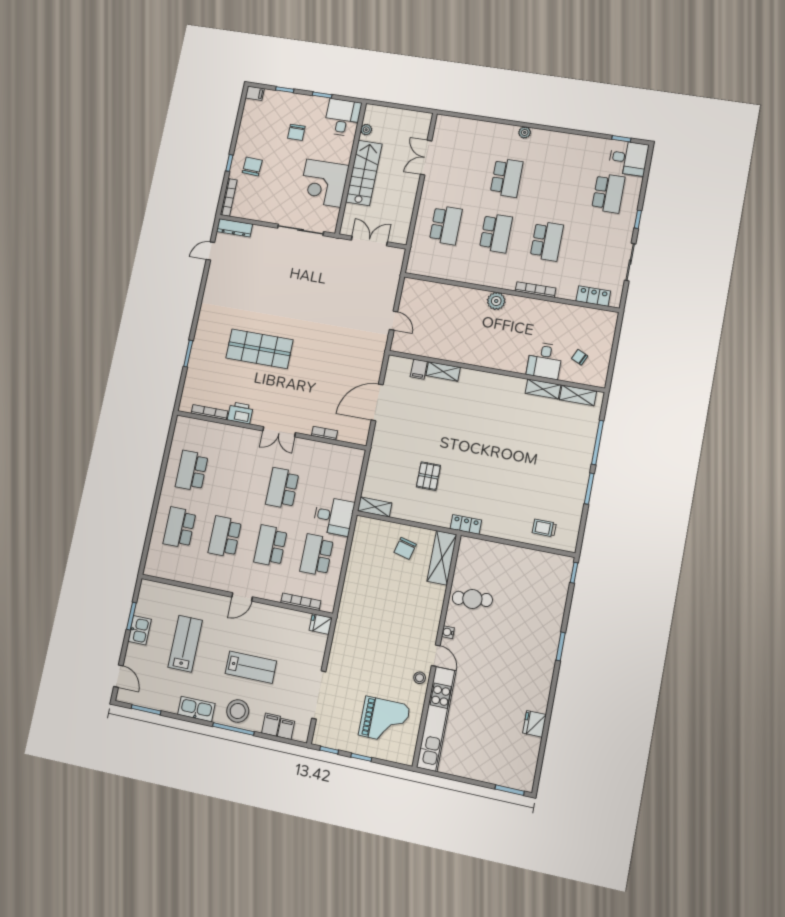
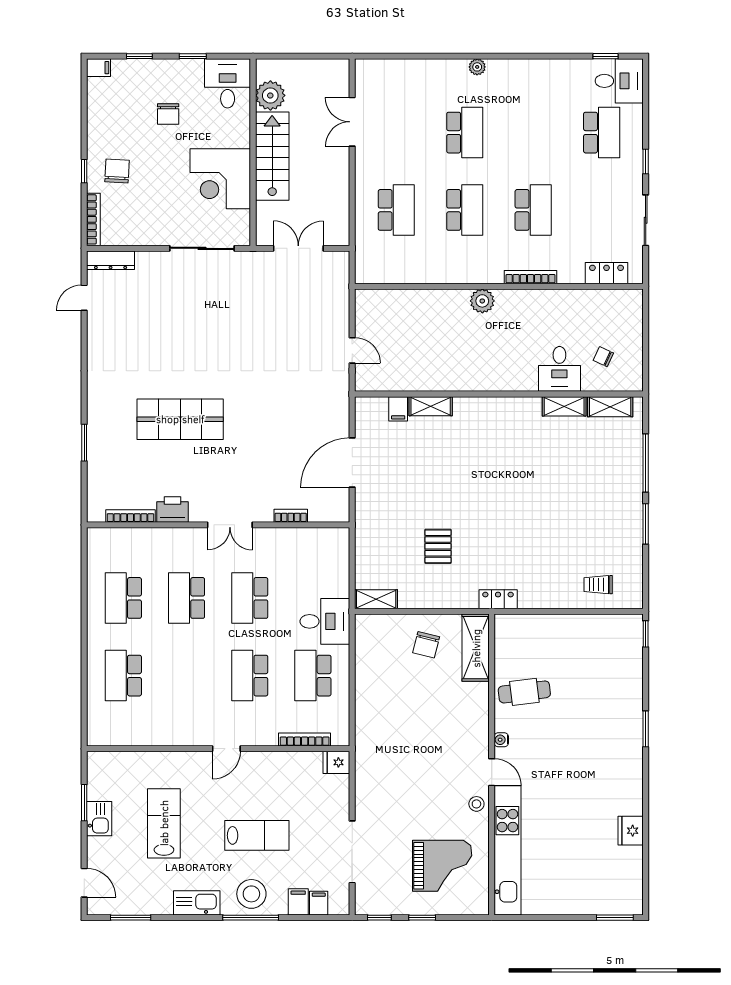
plant: (366, 130) -> (270, 95), width x1.88, depth x1.88
school desk: (225, 537) -> (187, 598), moved

